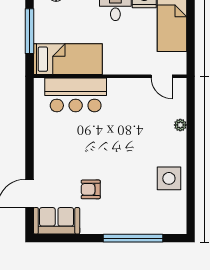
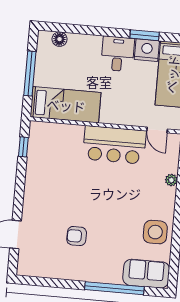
bar counter: (76, 95) -> (114, 145), moved
window: (29, 105) -> (23, 147), added
sofa: (57, 221) -> (146, 274), moved

